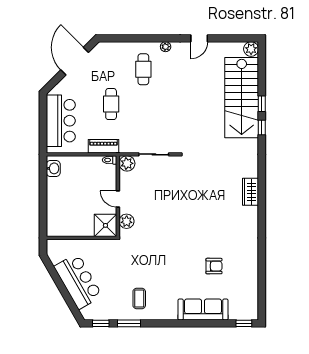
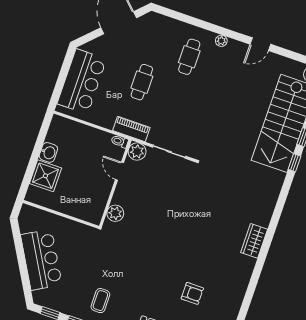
piano: (104, 146) -> (131, 129), moved
washbasin: (53, 168) -> (48, 152), moved
wardrobe: (251, 192) -> (254, 241), moved
door: (118, 199) -> (119, 171), moved
shower: (105, 225) -> (45, 176), moved

